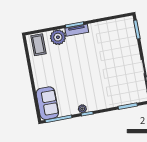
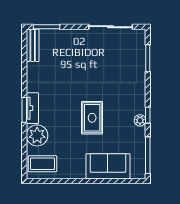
bench: (122, 22) -> (33, 45), added
rug: (78, 74) -> (92, 118), added
sofa: (47, 103) -> (108, 166), moved

